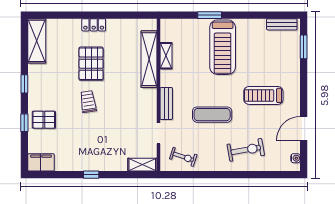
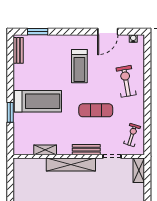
shelving: (149, 59) -> (71, 164), moved
exercise mat: (212, 115) -> (96, 110), turned 90
door: (304, 129) -> (108, 32), hinge flipped

